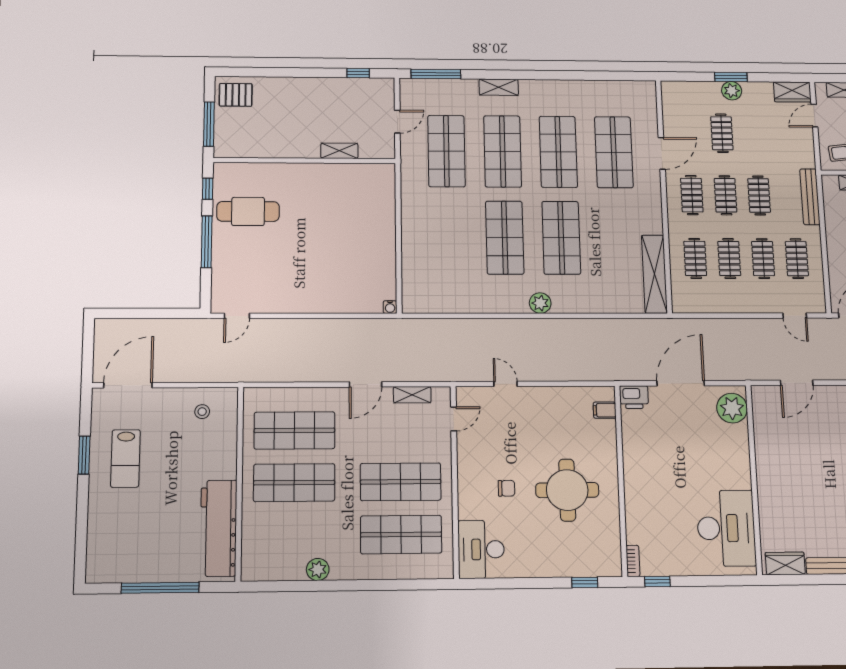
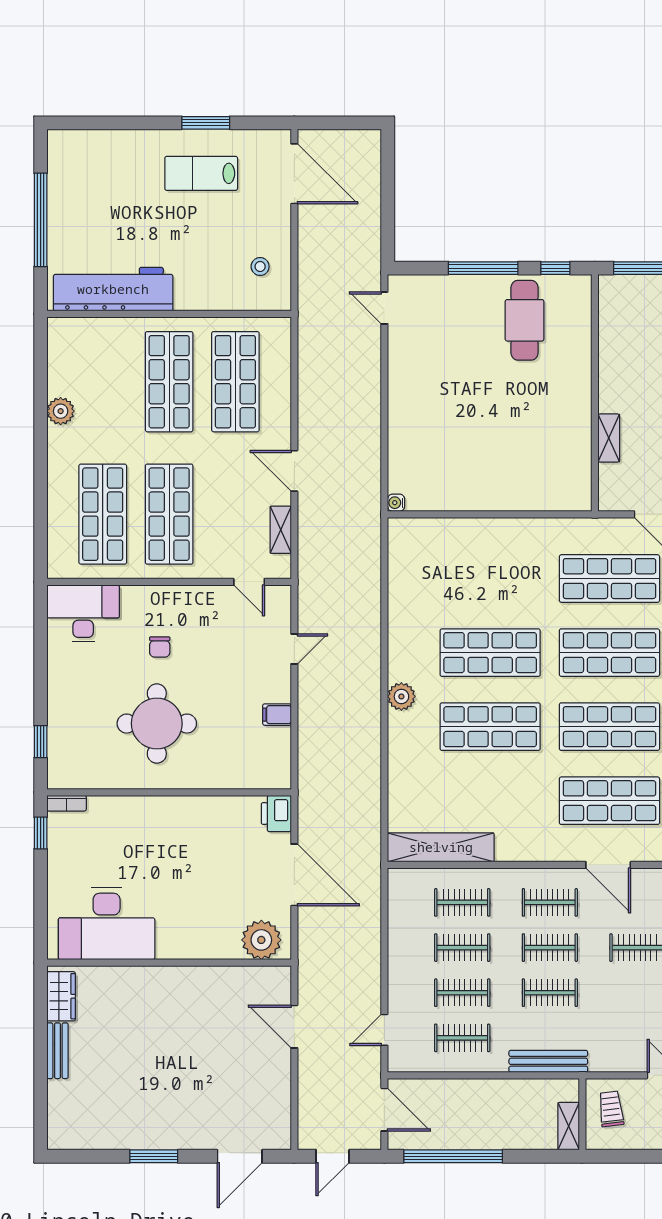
filing cabinet: (605, 410) -> (277, 715), moved, turned -90

